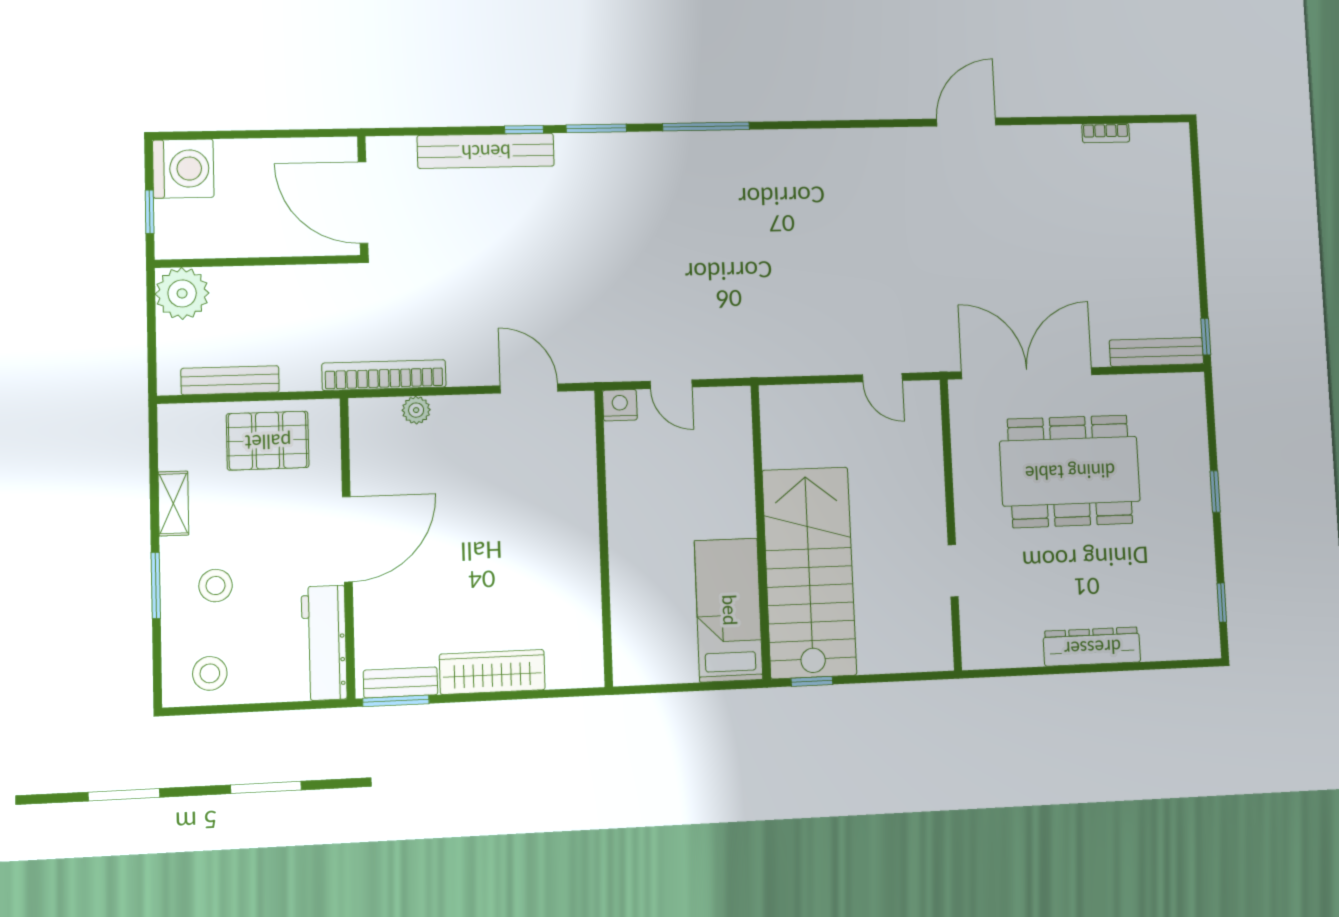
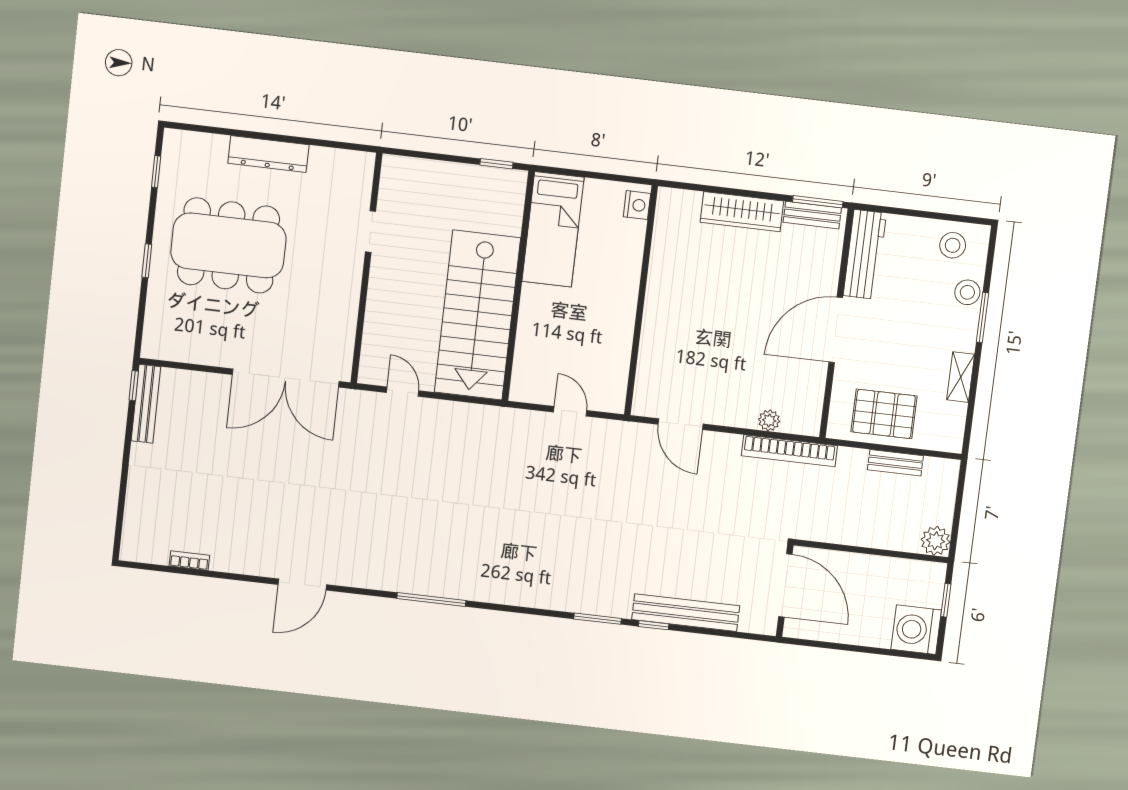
window: (706, 127) -> (431, 599), moved
plant: (182, 293) -> (936, 541), width x0.73, depth x0.73
bench: (1156, 352) -> (146, 404), moved, turned 90
bench: (230, 380) -> (895, 463), width x0.73
nightstand: (620, 405) -> (637, 205), moved, turned -90
dining table: (1070, 471) -> (228, 245), moved
stairs: (809, 572) -> (477, 315), moved
stool: (216, 586) -> (967, 292), moved

